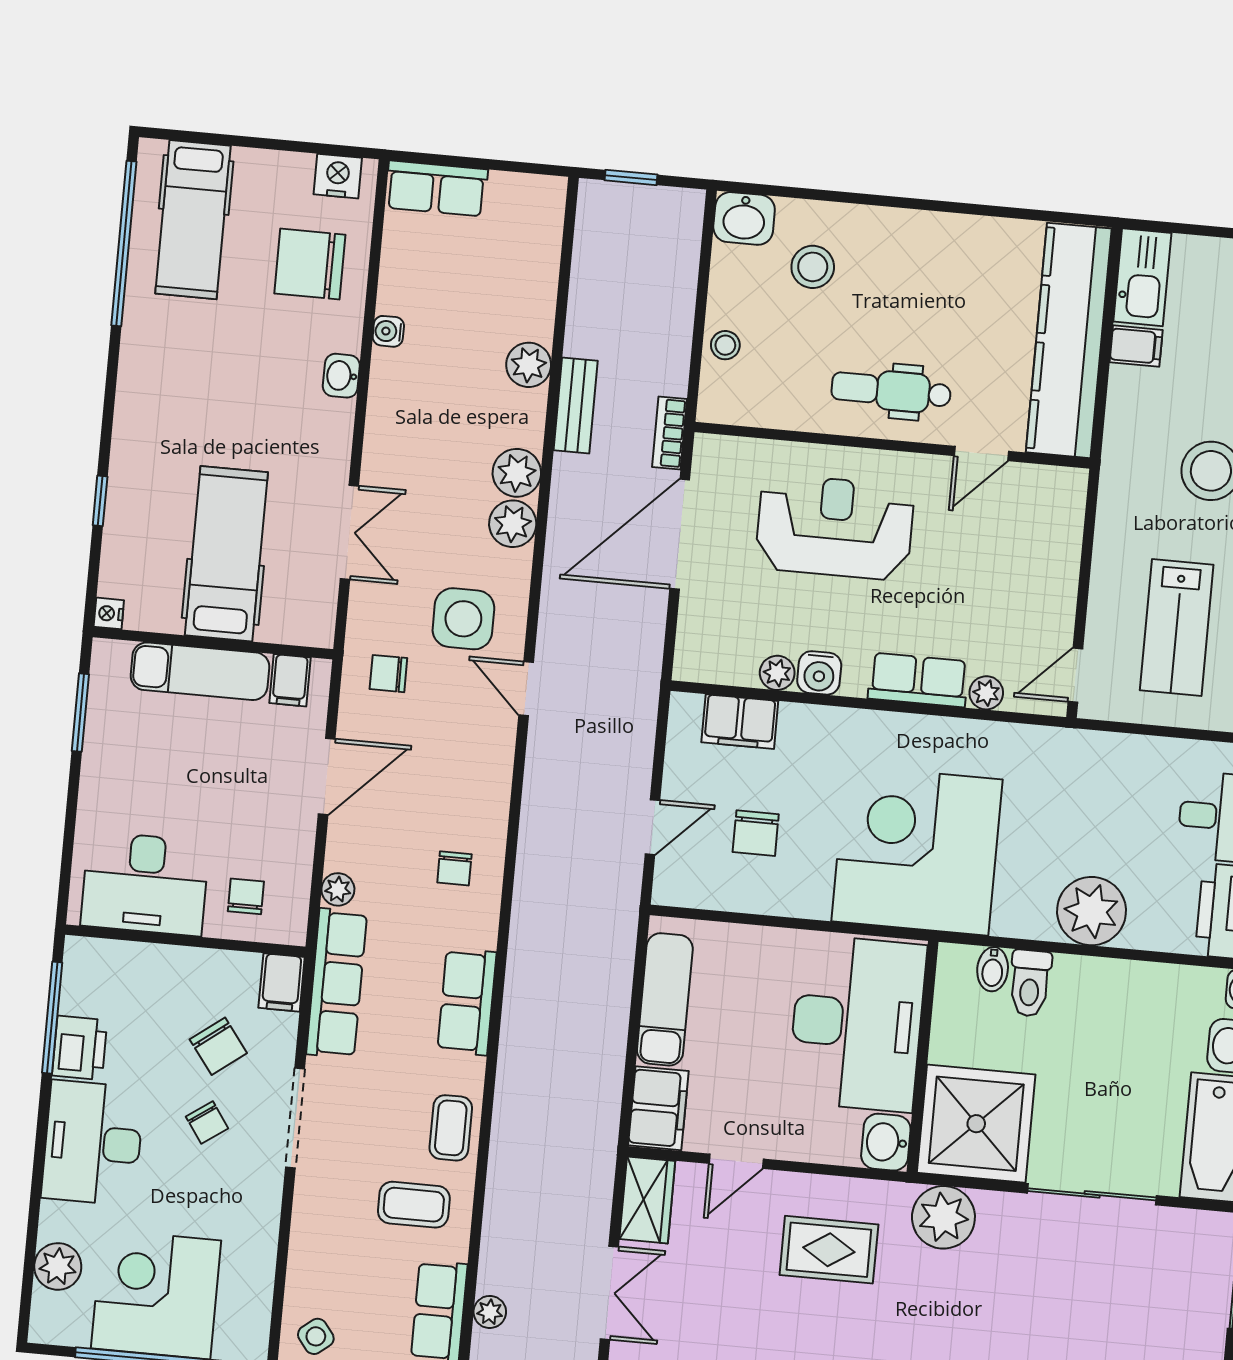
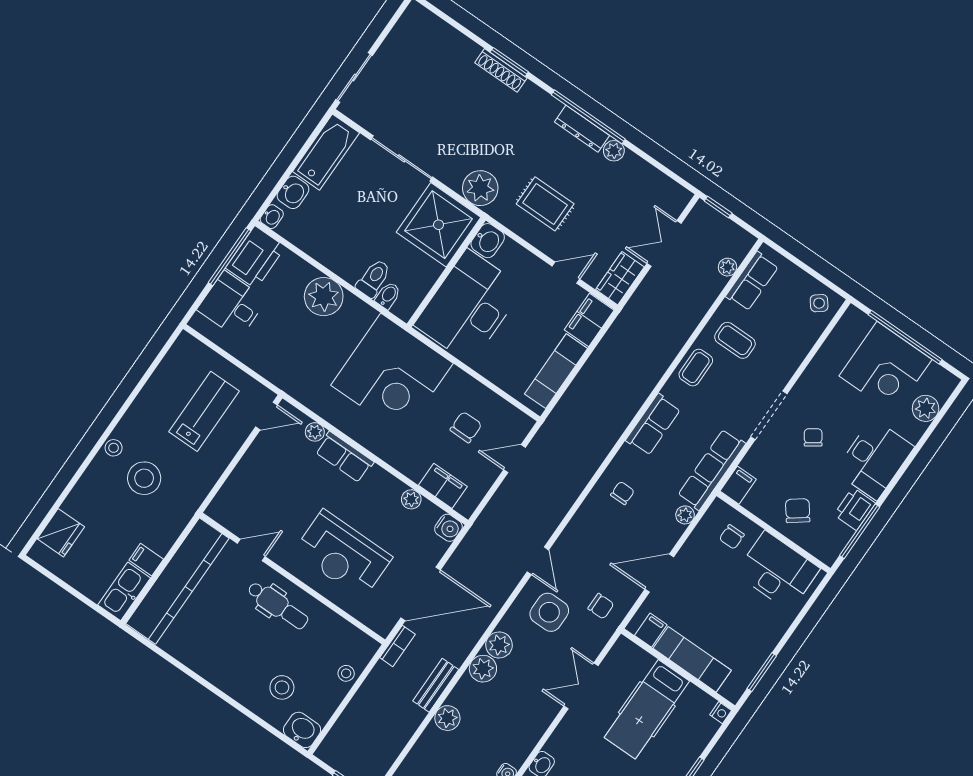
water cooler: (819, 673) -> (448, 528), moved, turned 90
chair: (218, 1046) -> (798, 511), moved

